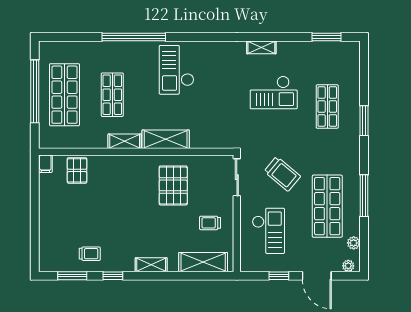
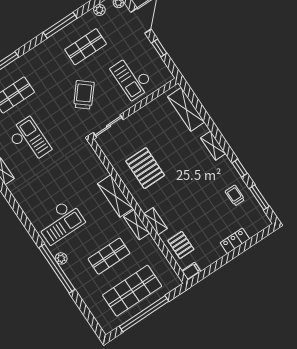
plant: (141, 48) -> (61, 258), added
shelving: (116, 161) -> (156, 221), added
pallet: (77, 170) -> (181, 245), turned 90
pallet: (173, 185) -> (145, 168), turned 90
shop shelf: (327, 206) -> (86, 47), width x0.70, depth x0.74
trolley: (210, 223) -> (154, 123), removed
locker: (46, 225) -> (235, 241), added
checkout: (268, 231) -> (132, 77), turned -90

